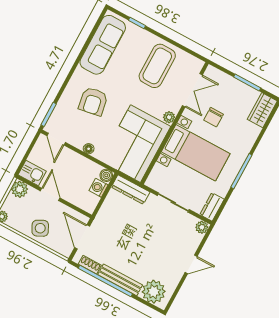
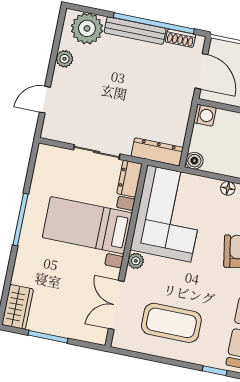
coffee table: (157, 66) -> (171, 323), turned 90
chair: (213, 117) -> (78, 278), removed
washing machine: (99, 188) -> (205, 115), moved
dresser: (212, 207) -> (129, 179), moved, turned 180
plant: (202, 227) -> (65, 59), moved
door: (191, 264) -> (45, 100), moved

